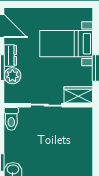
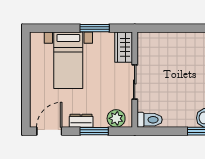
plant: (12, 76) -> (116, 118), moved

